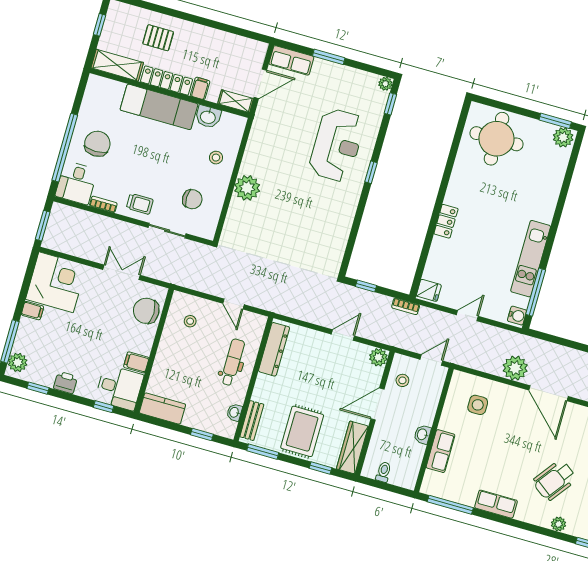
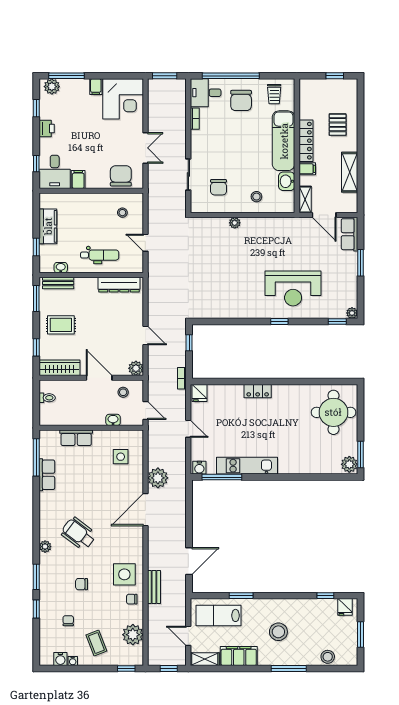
shelving: (117, 65) -> (350, 172), moved
chair: (97, 144) -> (241, 100), turned 90
plant: (247, 188) -> (235, 223), width x0.53, depth x0.53
trolley: (140, 204) -> (274, 94), moved
door: (233, 304) -> (145, 243), hinge flipped
kitchen counter: (162, 409) -> (48, 226), moved
rug: (302, 431) -> (61, 325), width x0.73, depth x0.70
washbasin: (422, 434) -> (113, 420), moved
row of seats: (496, 504) -> (47, 475), moved

